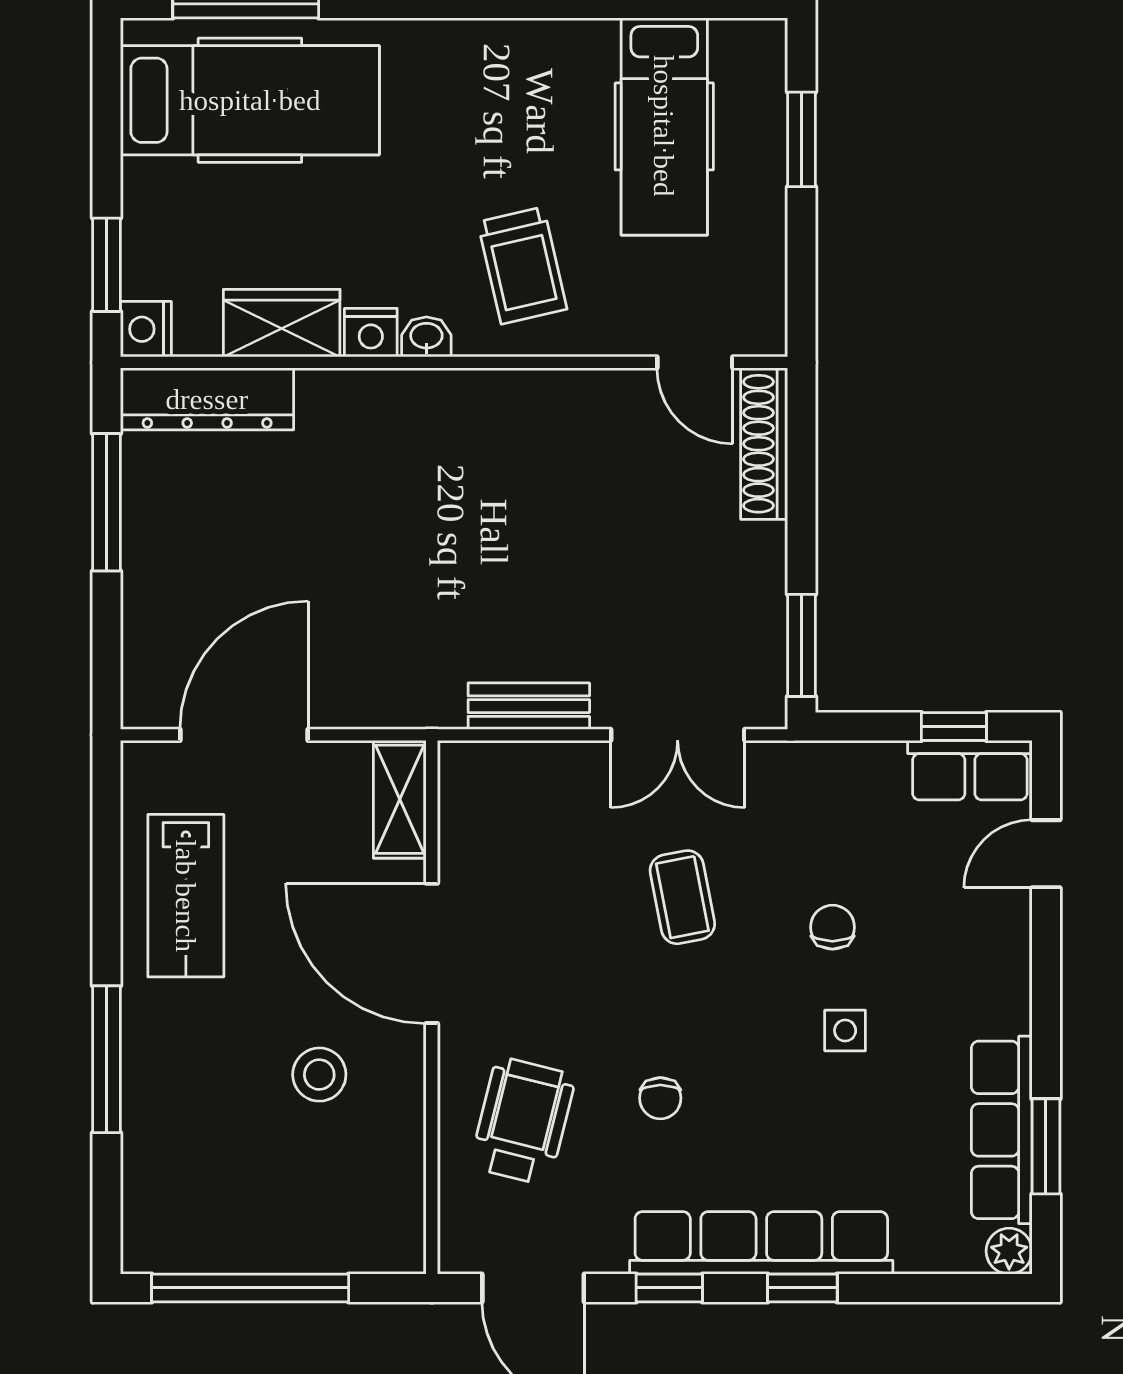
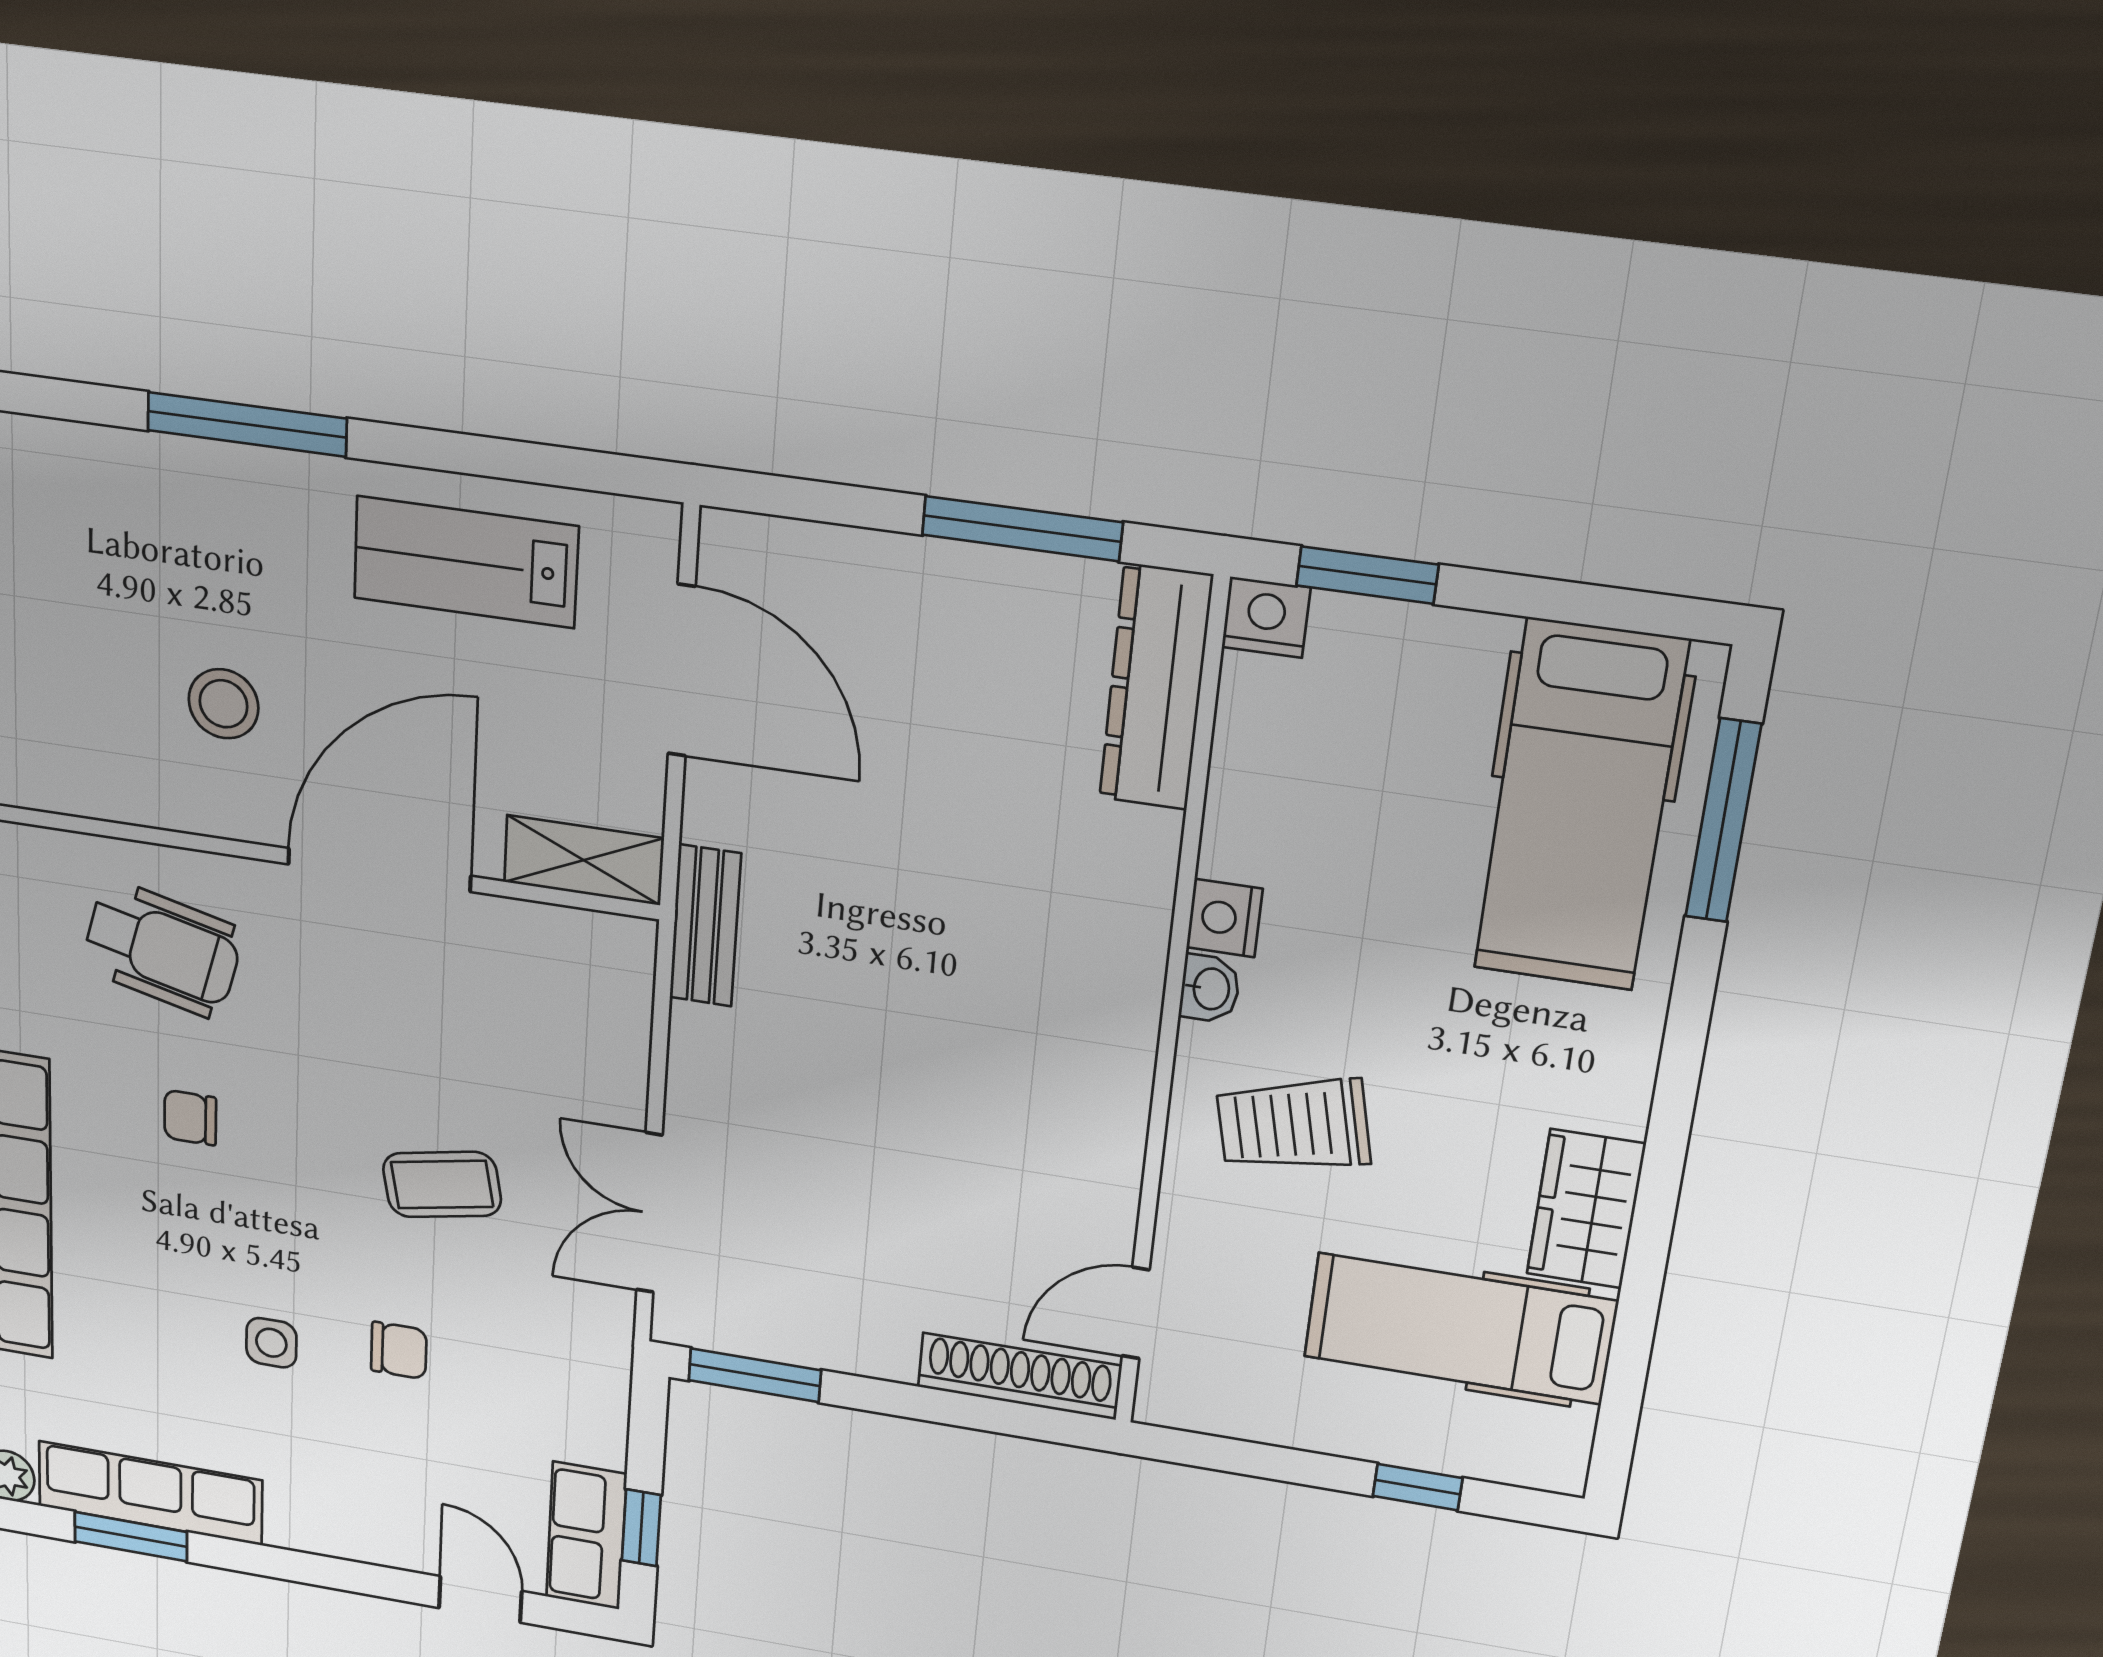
window: (801, 139) -> (1418, 1487), width x0.67
wardrobe: (282, 323) -> (1586, 1209), moved, turned 180
bench: (529, 706) -> (705, 926), moved

